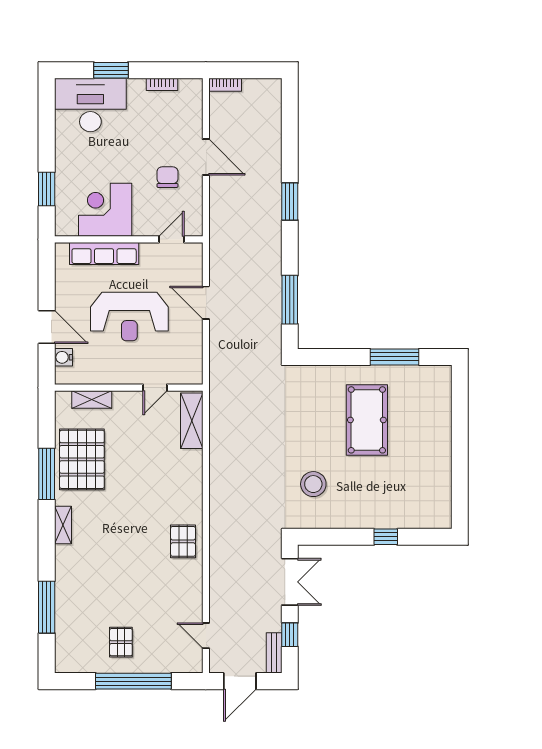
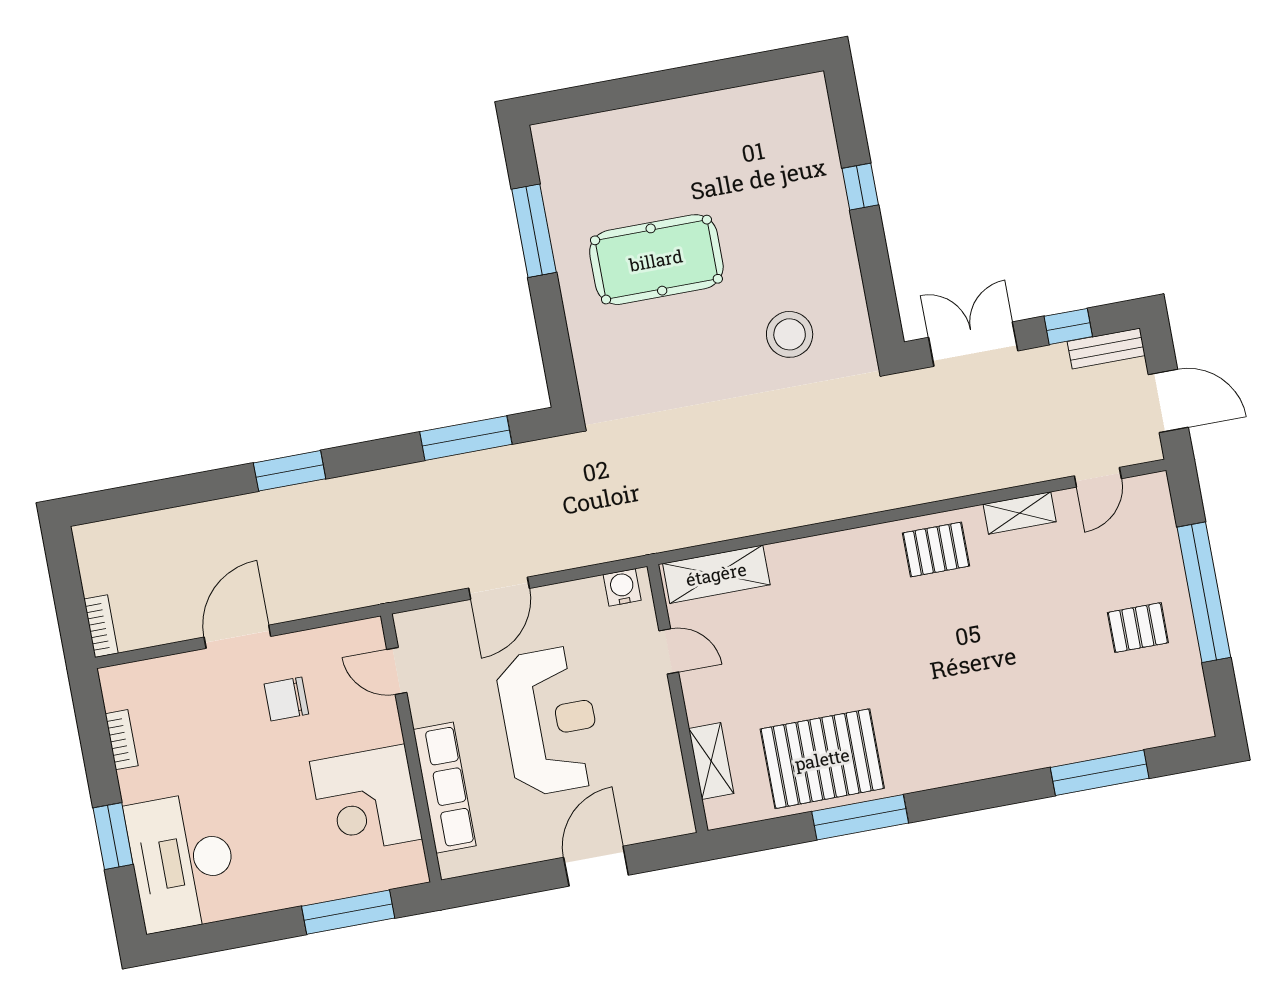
window: (47, 189) -> (348, 912), width x1.44
water cooler: (63, 357) -> (622, 587), moved, turned 180
shelving: (63, 525) -> (1020, 513), moved

